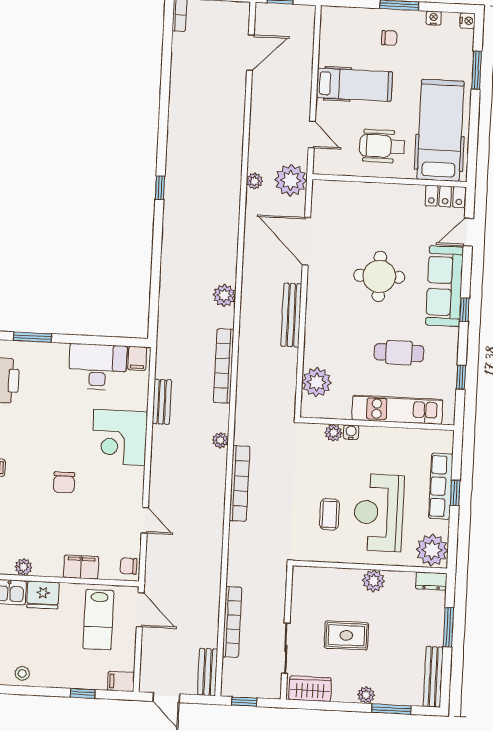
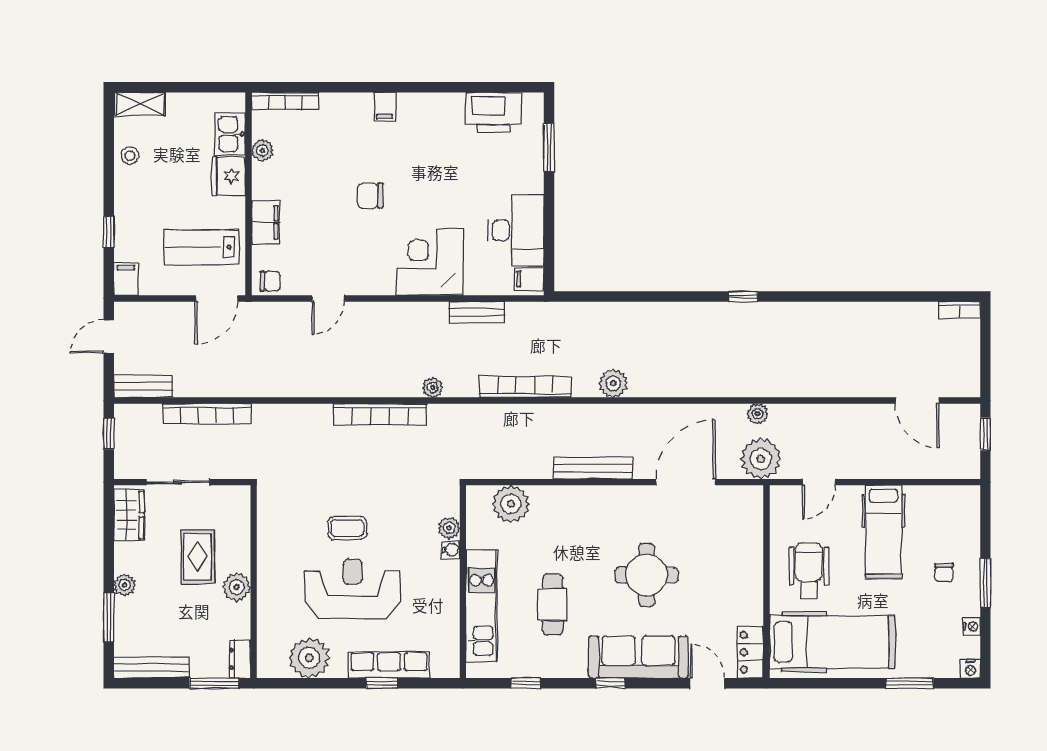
chair: (129, 566) -> (270, 281), turned 90
wall: (370, 567) -> (254, 582), moved
plant: (373, 581) -> (237, 587), moved
dresser: (431, 581) -> (240, 659), moved

